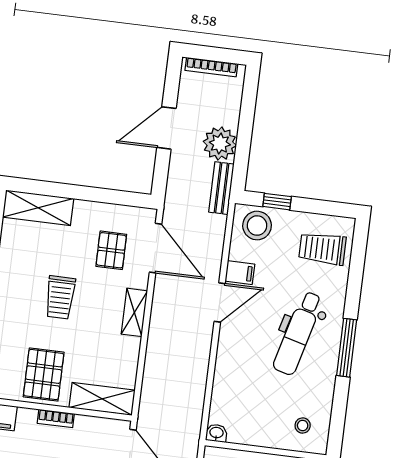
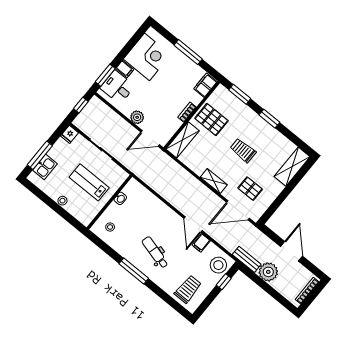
dental chair: (298, 333) -> (155, 252), width x0.73, depth x0.72
washbasin: (216, 433) -> (120, 198), moved

